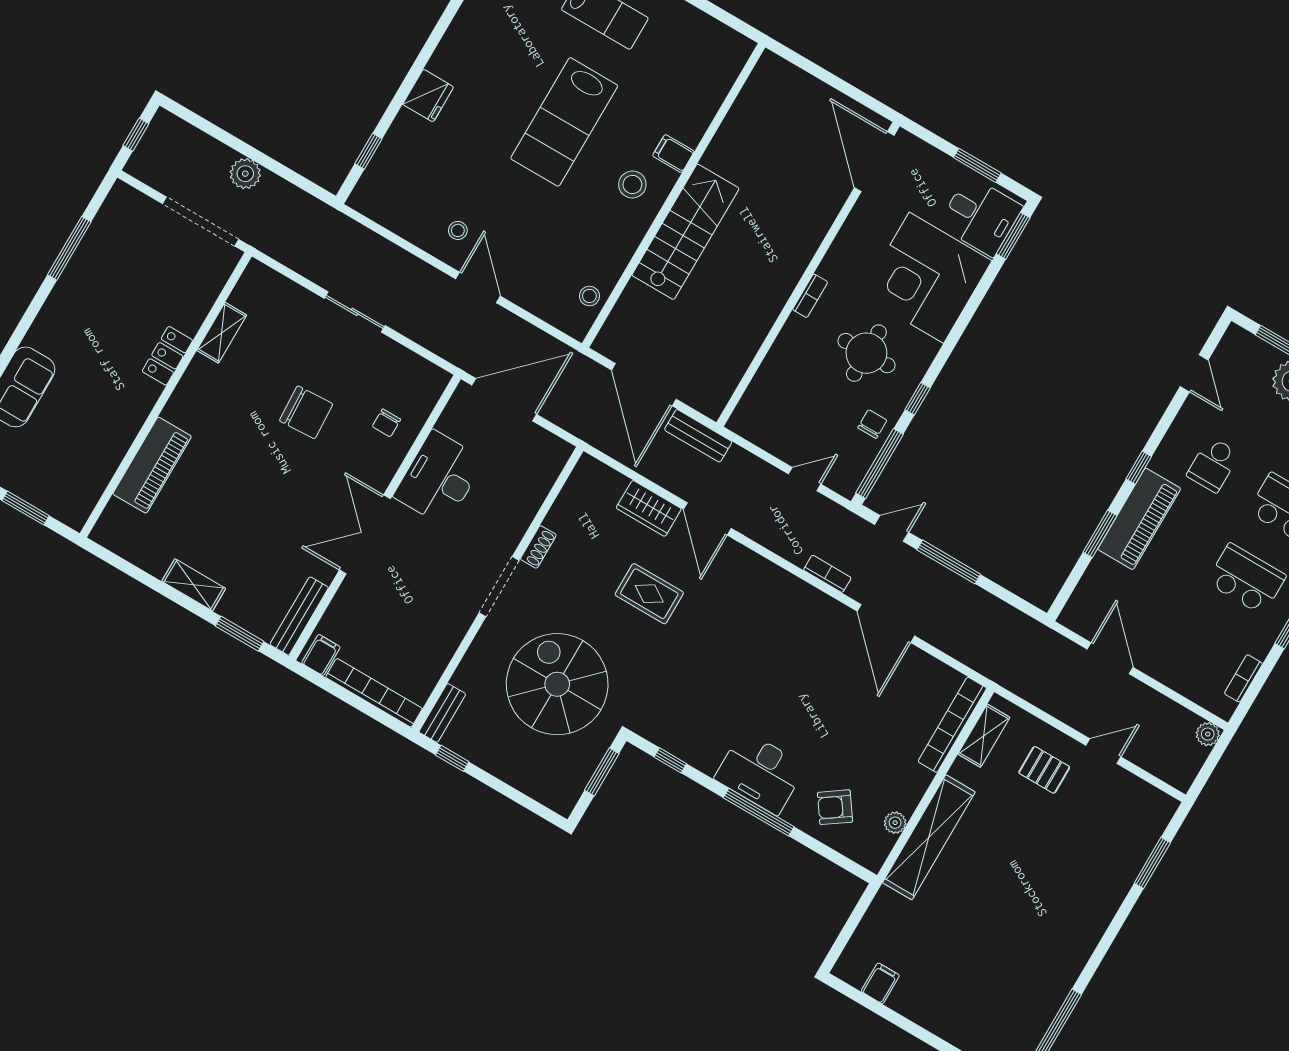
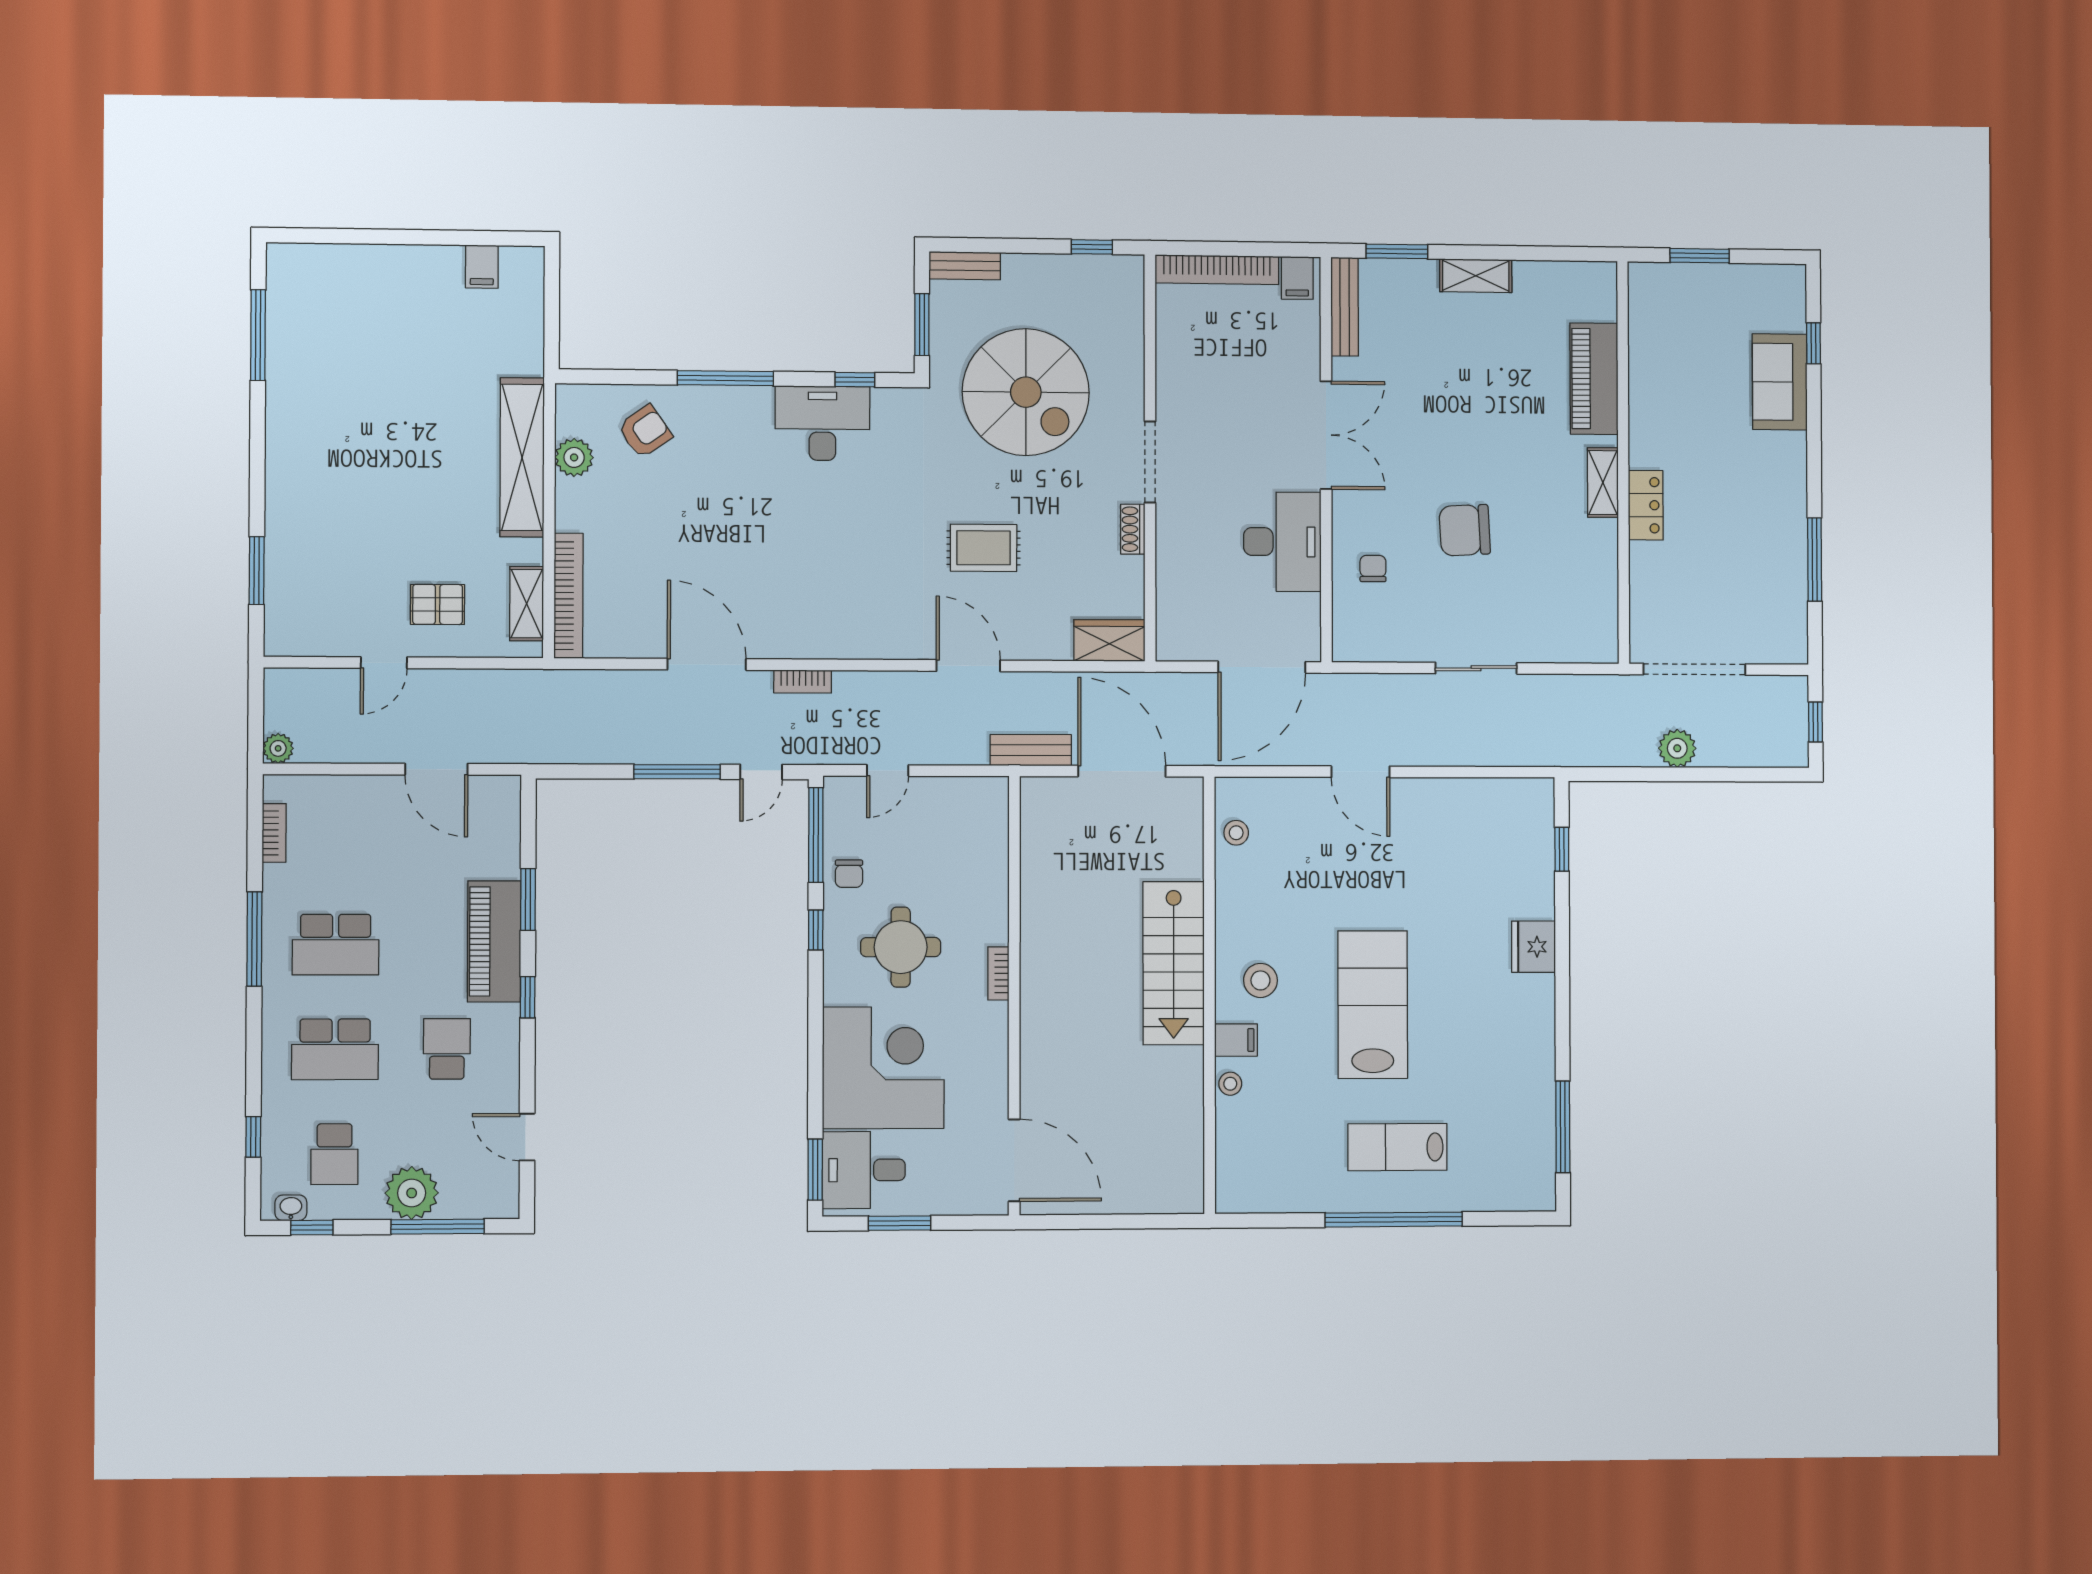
stool: (458, 230) -> (1230, 1084), moved
shelving: (222, 333) -> (1603, 482), moved
wardrobe: (649, 508) -> (1109, 640), moved
bench: (442, 713) -> (965, 266), moved, turned 90
desk: (760, 772) -> (822, 423), moved
plant: (895, 823) -> (574, 457), width x1.38, depth x1.38

